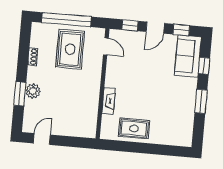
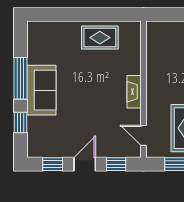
sofa: (188, 56) -> (41, 90), moved
fireplace: (109, 101) -> (134, 92), moved
window: (201, 101) -> (21, 78), width x1.44

